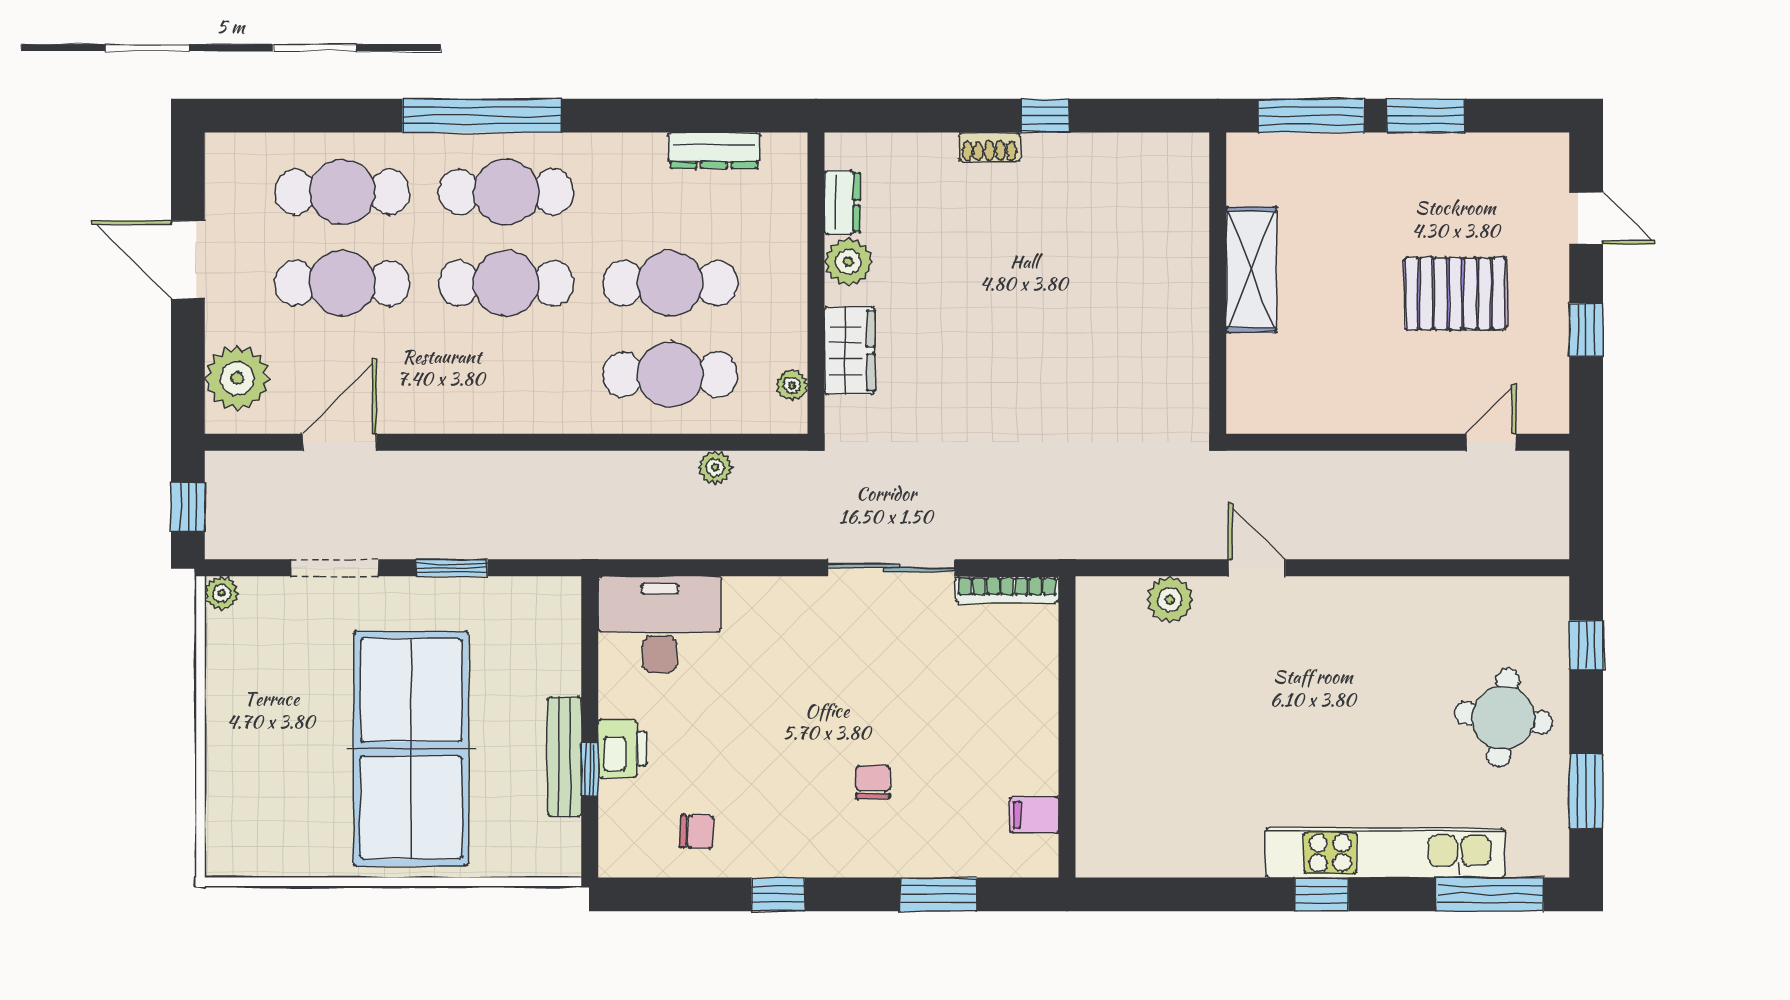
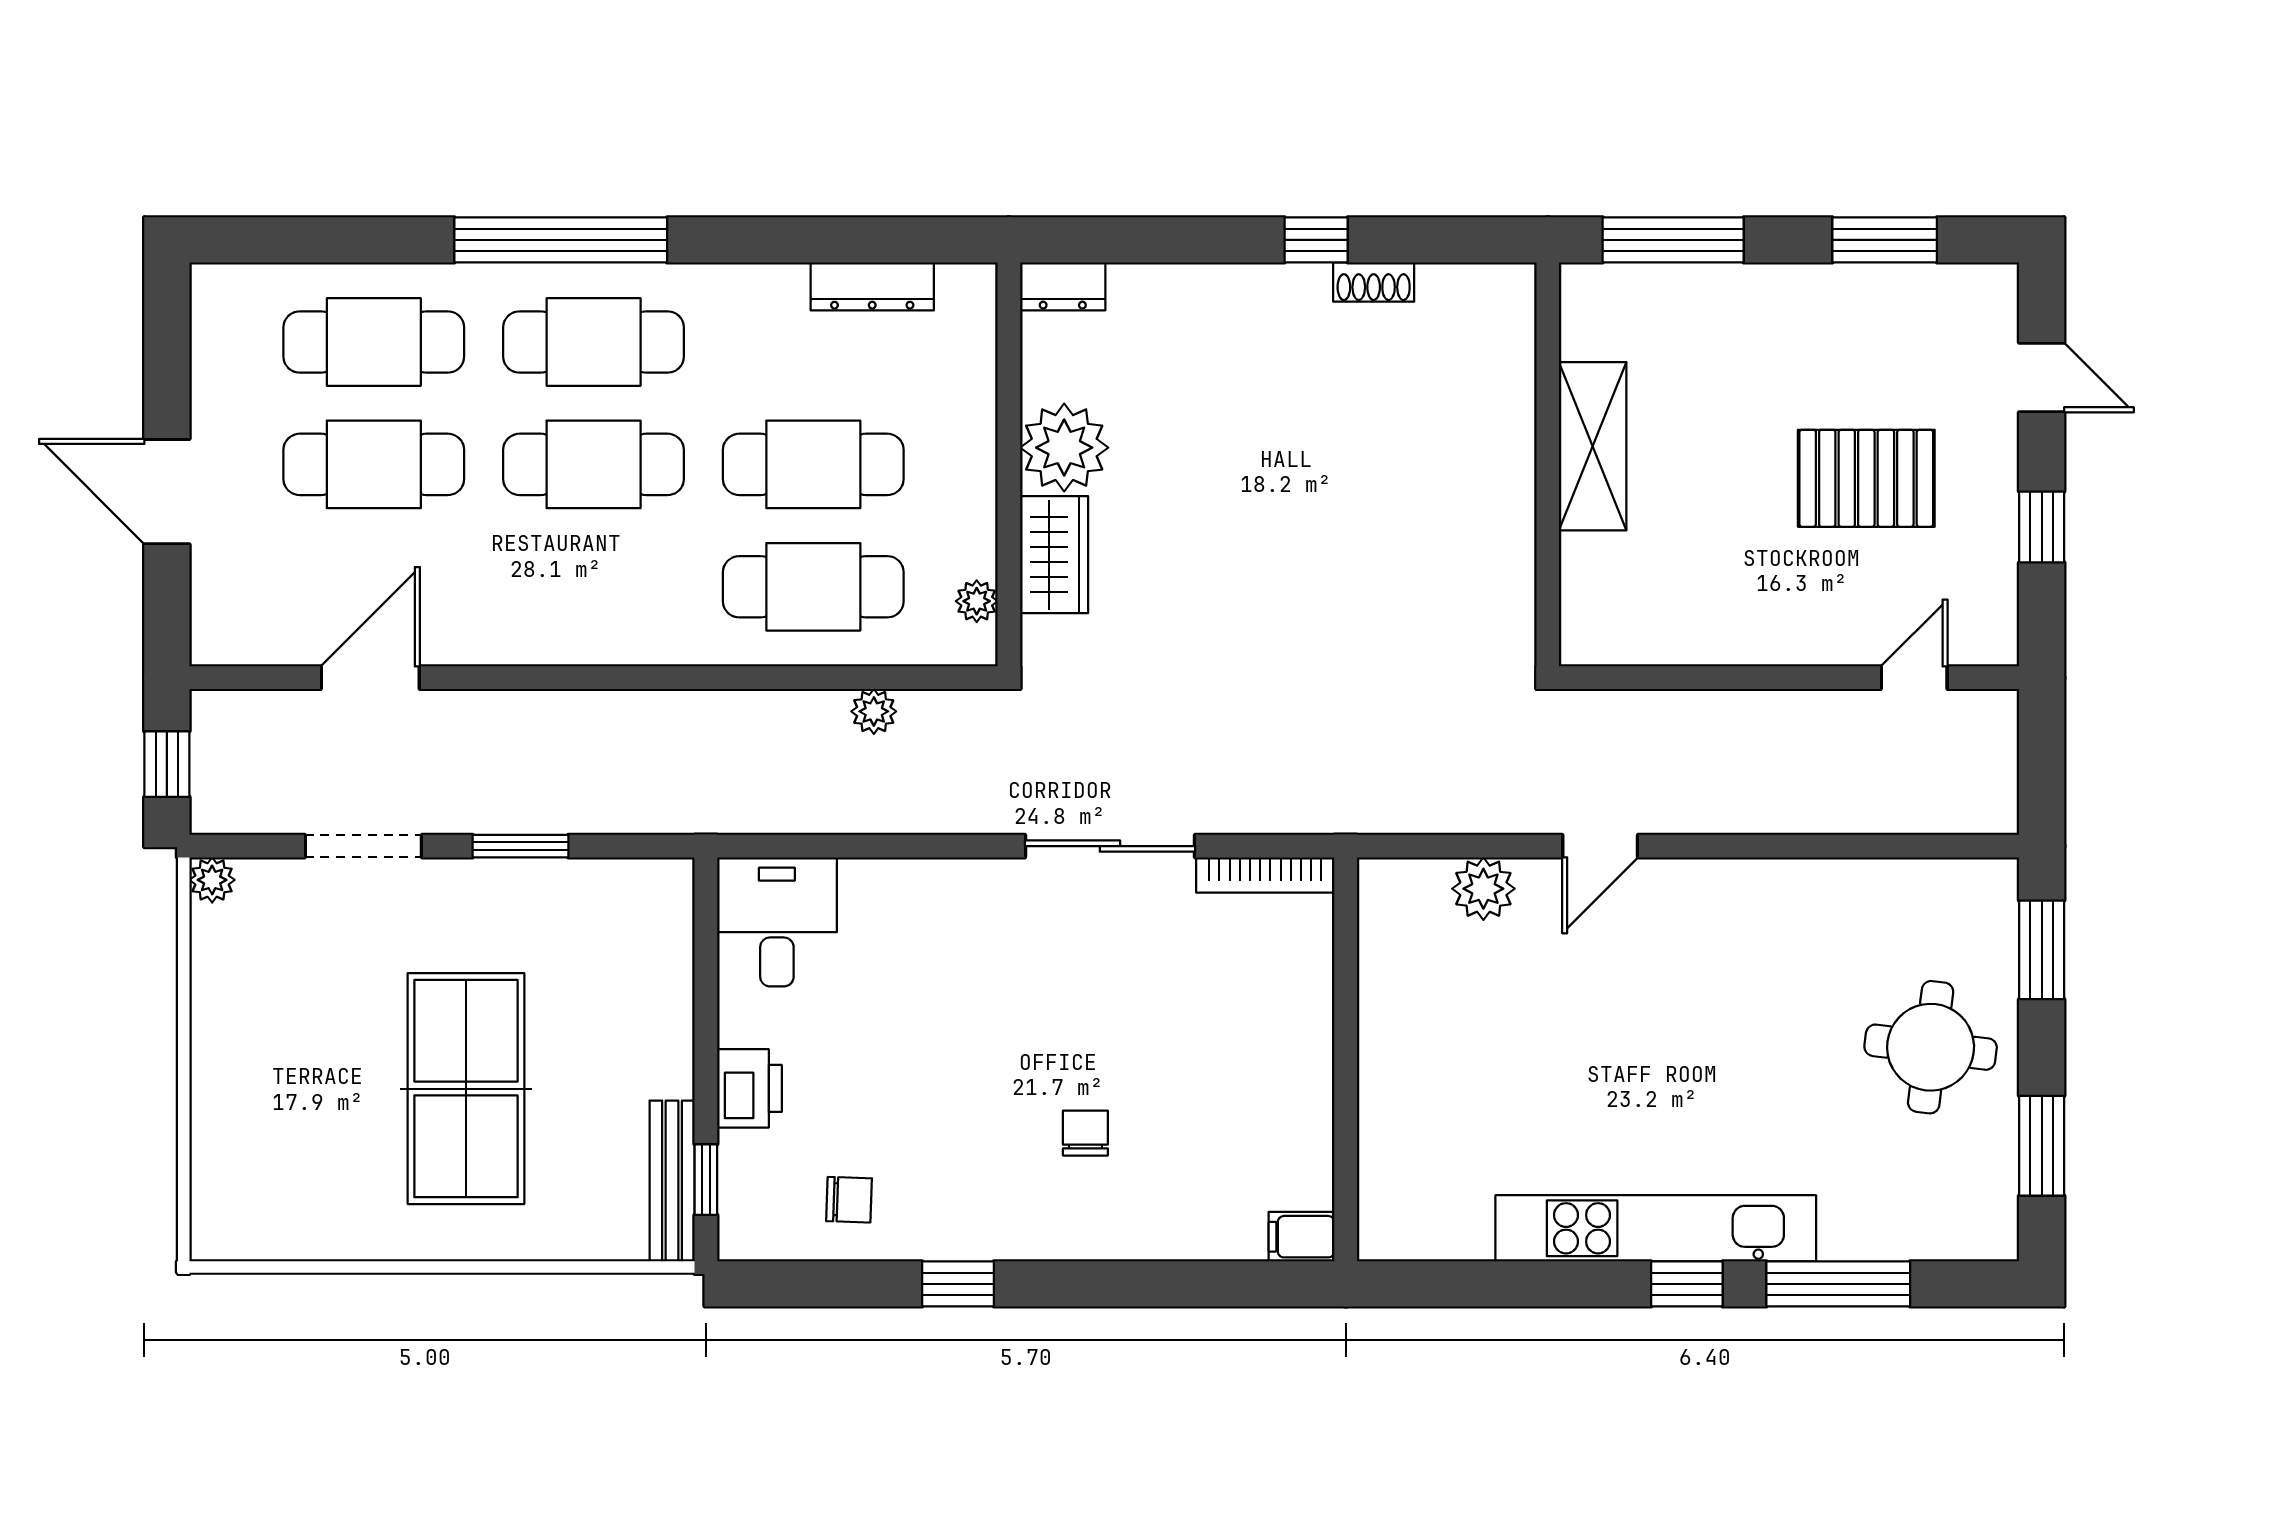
window: (1426, 116) -> (1885, 240), moved
shoe rack: (989, 147) -> (1374, 282), moved
dresser: (842, 203) -> (1063, 286), moved, turned 90
door: (188, 260) -> (167, 492), moved
plant: (848, 262) -> (1064, 448), width x1.36, depth x1.36
plant: (237, 378) -> (233, 592), removed
door: (1257, 568) -> (1600, 846), swing flipped
desk: (660, 624) -> (777, 922), width x0.73
window: (1586, 645) -> (2042, 950), width x1.50
table tennis table: (411, 749) -> (466, 1089), width x0.73, depth x0.76
bench: (565, 757) -> (672, 1181), moved
window: (590, 769) -> (706, 1180), moved
filing cabinet: (1034, 815) -> (1301, 1237), moved
kitchen unit: (1385, 853) -> (1656, 1228), moved
window: (938, 894) -> (1173, 1284), removed
window: (1490, 894) -> (1838, 1284), moved

